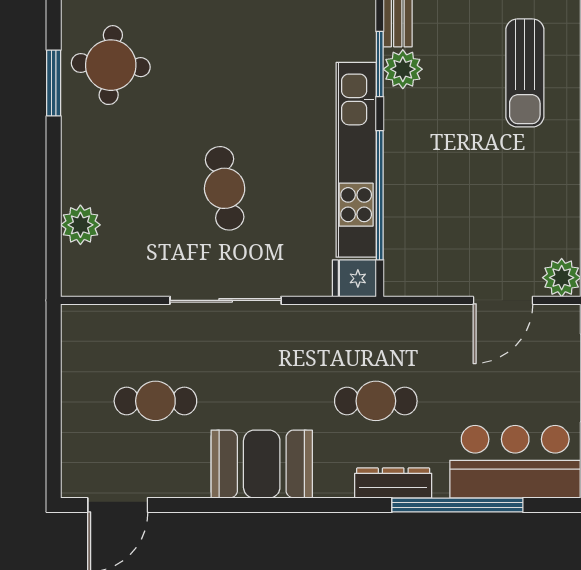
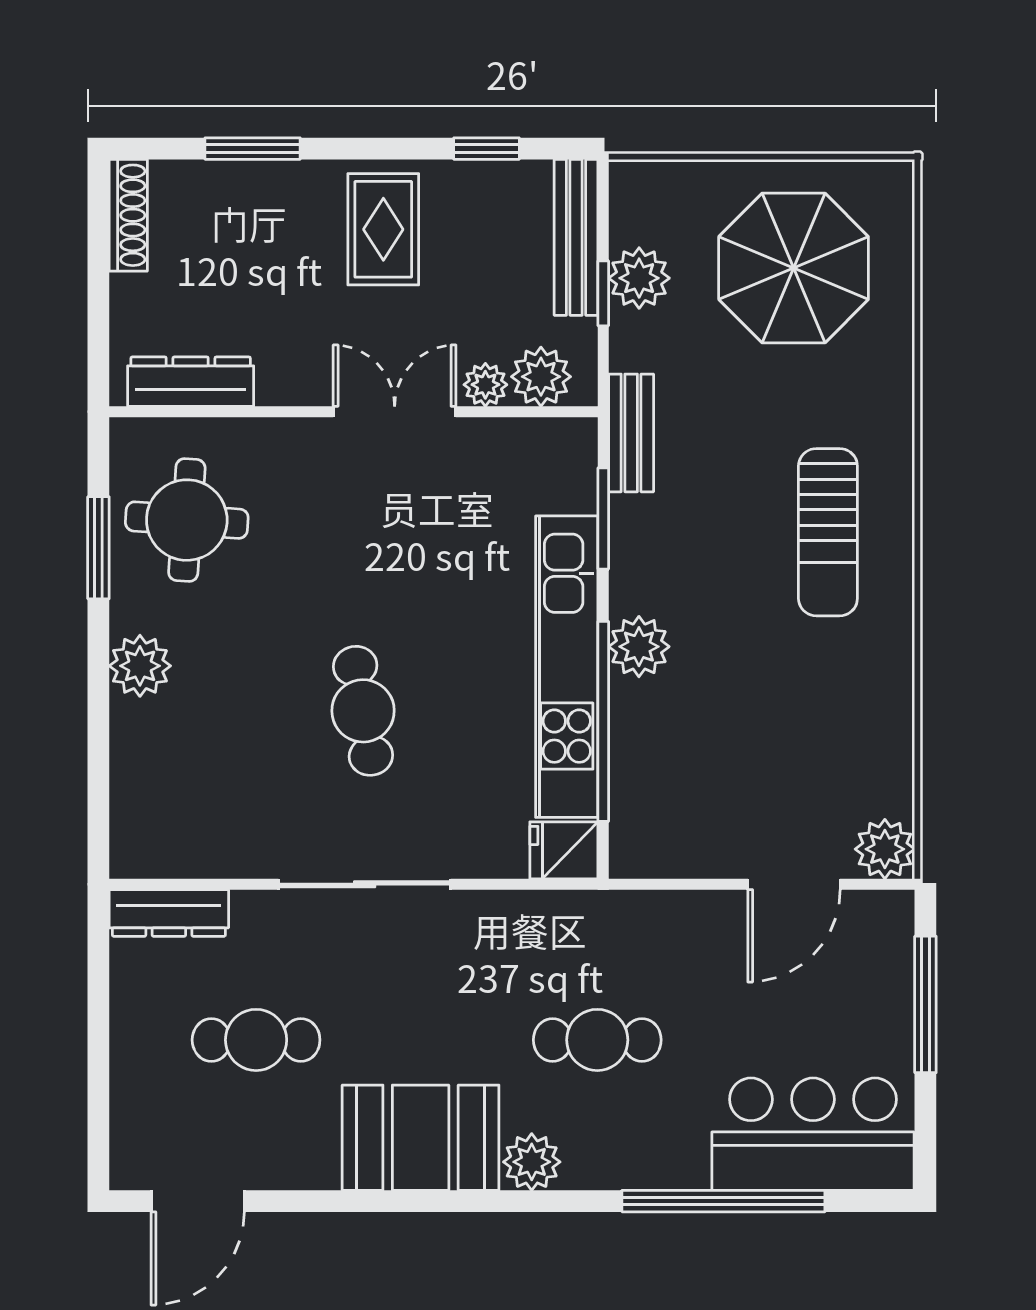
plant: (403, 69) -> (639, 647), moved
plant: (80, 225) -> (140, 666), moved
plant: (334, 480) -> (532, 1162), added
dresser: (393, 483) -> (169, 913), moved, turned 180

